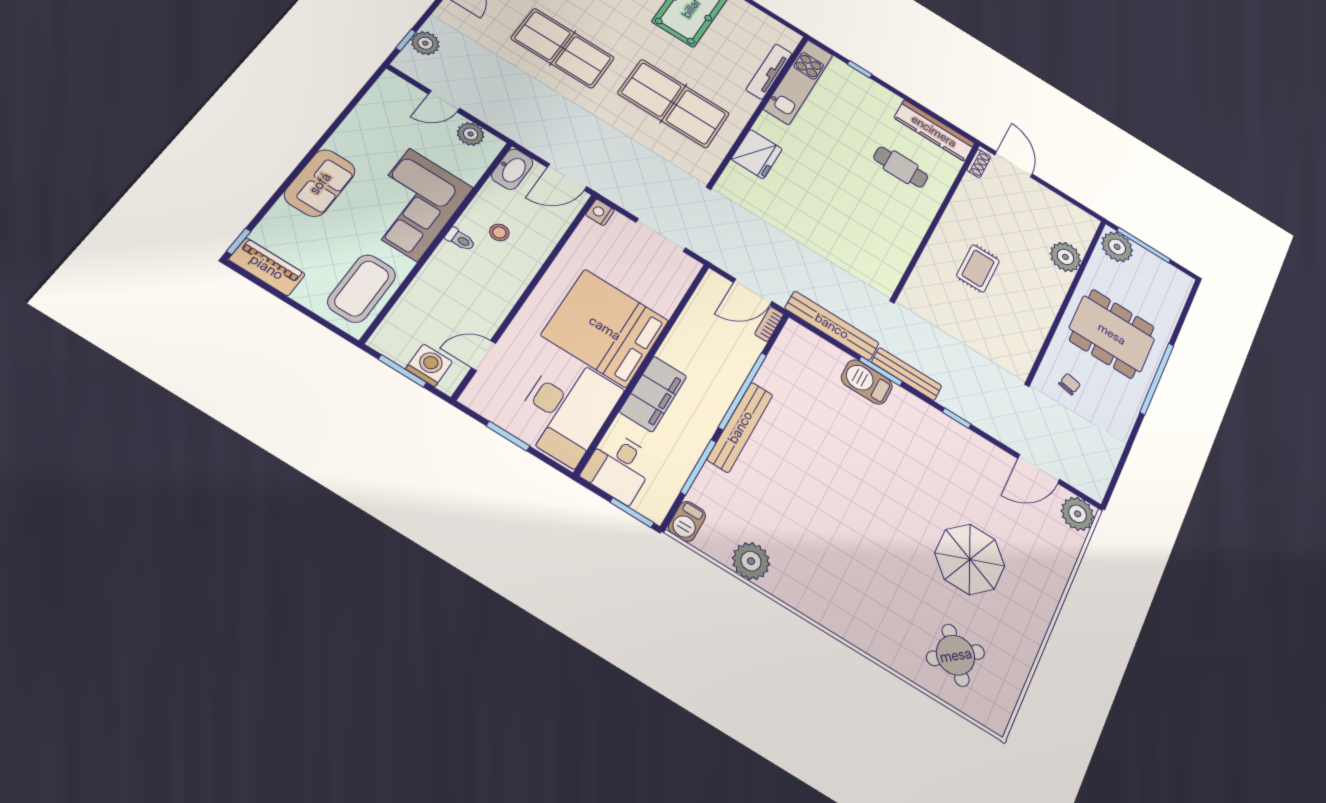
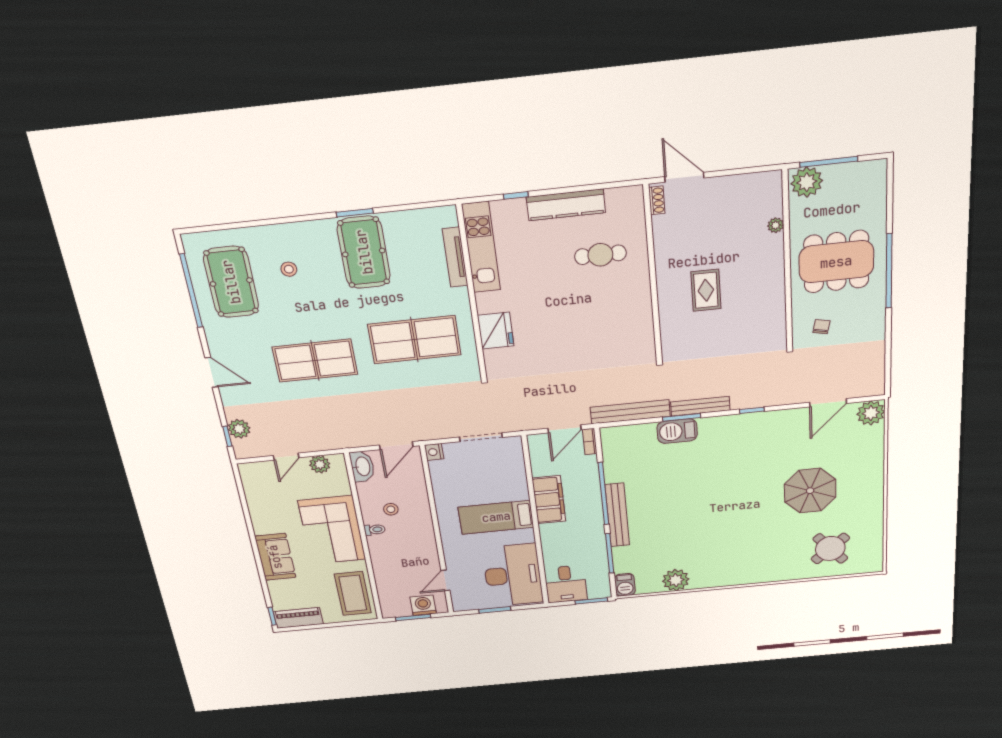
kitchen counter: (934, 131) -> (566, 205), moved
plant: (1065, 257) -> (776, 225), width x0.53, depth x0.53
bed: (605, 328) -> (496, 517), width x0.49
filing cabinet: (653, 394) -> (549, 500), moved

